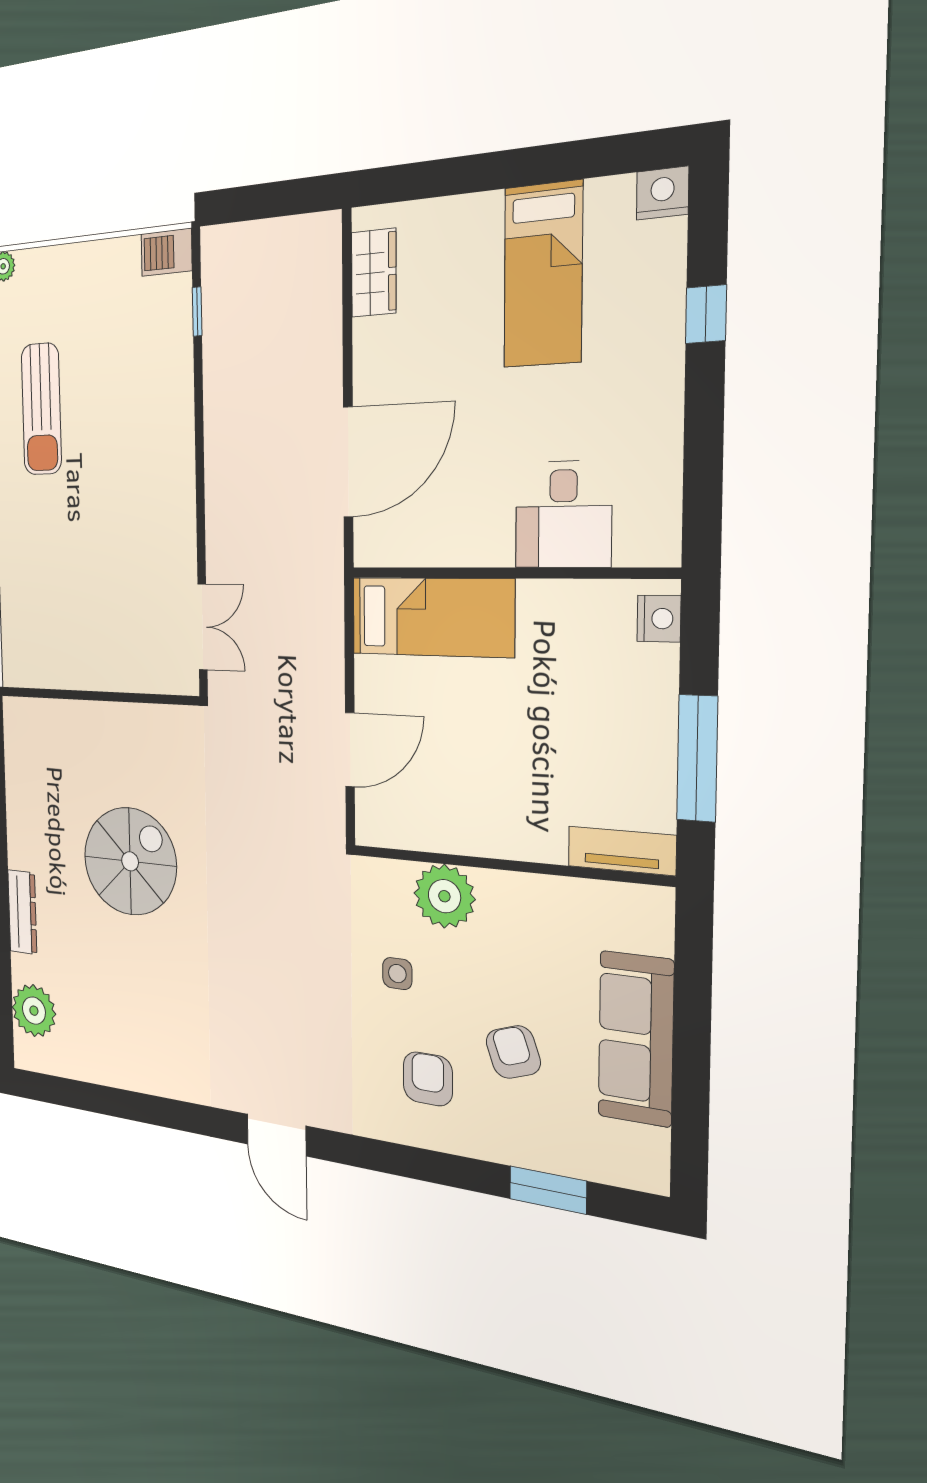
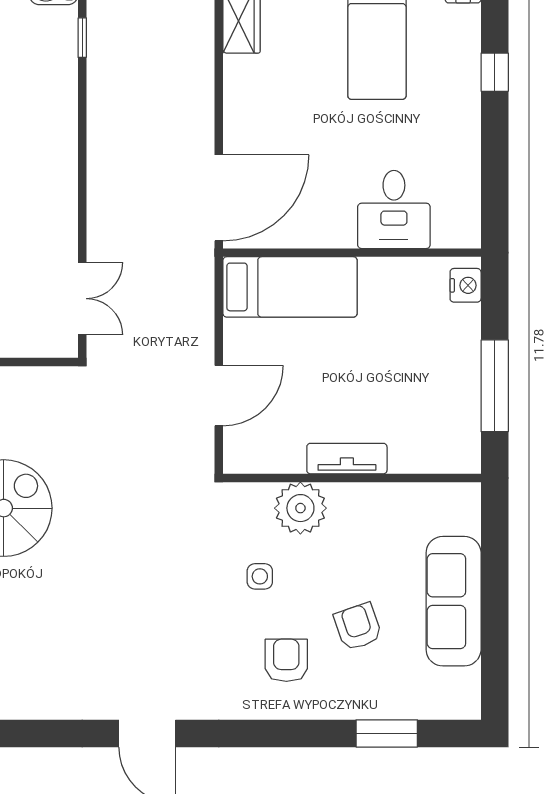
door: (348, 462) -> (219, 198), moved
tv unit: (622, 851) -> (347, 459), moved

